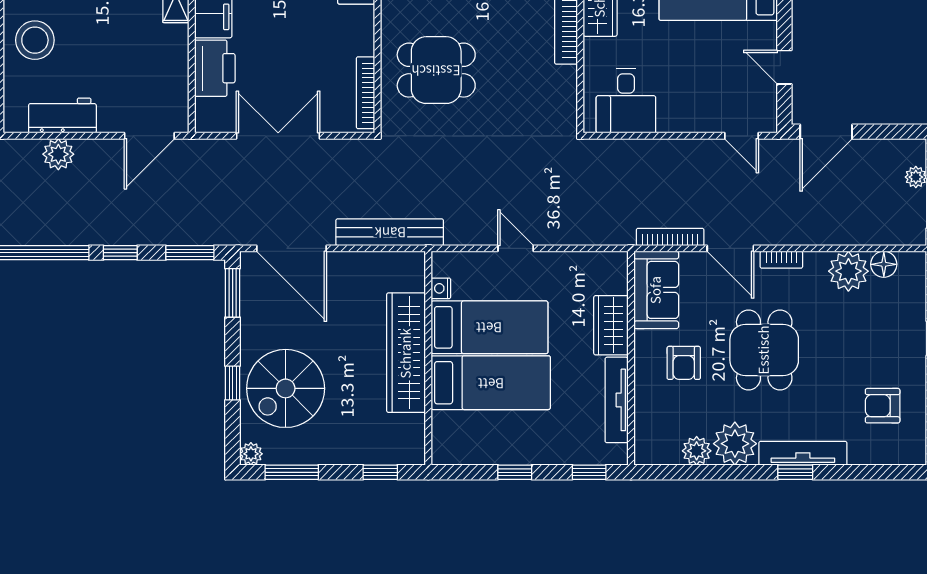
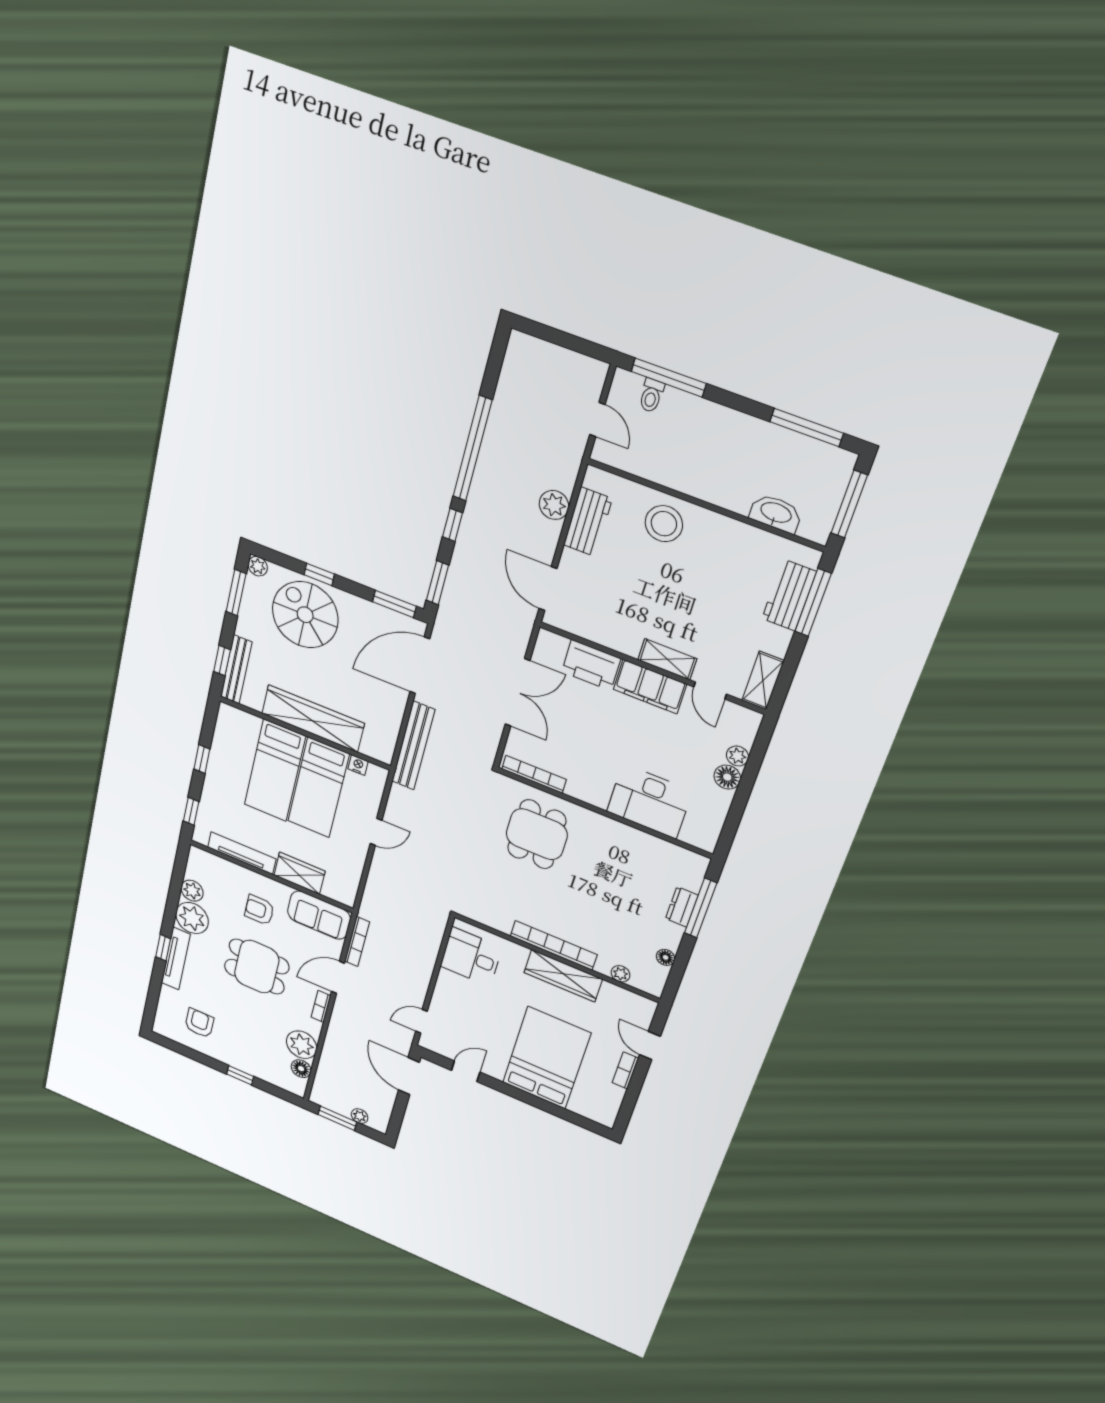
bench: (384, 454) -> (236, 669), added

